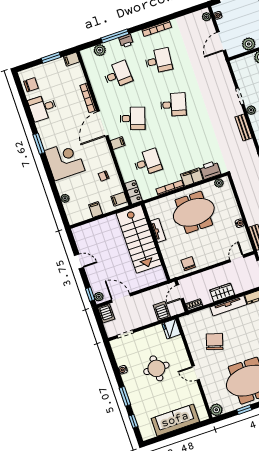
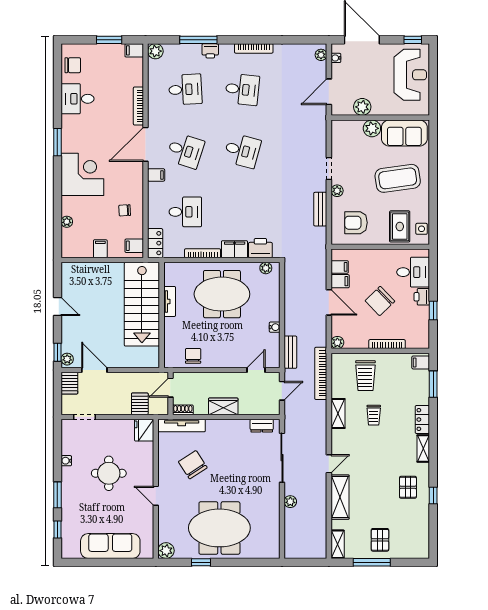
plant: (100, 50) -> (155, 51), moved
tv unit: (228, 306) -> (182, 426), moved
chair: (215, 342) -> (193, 465), turned -50

